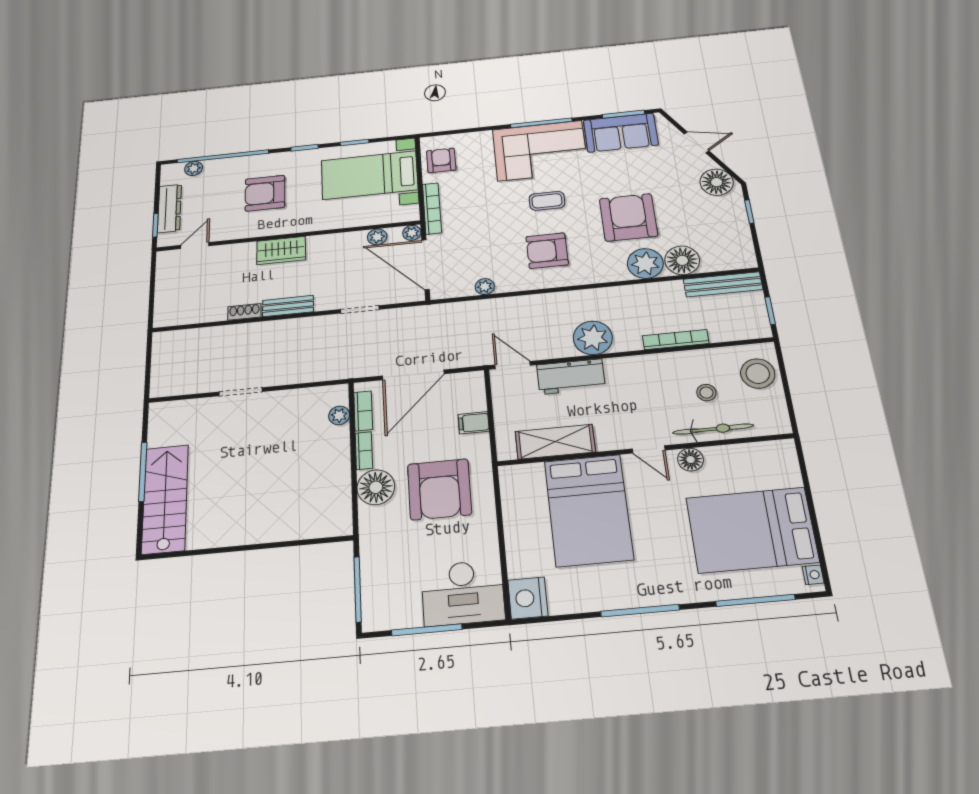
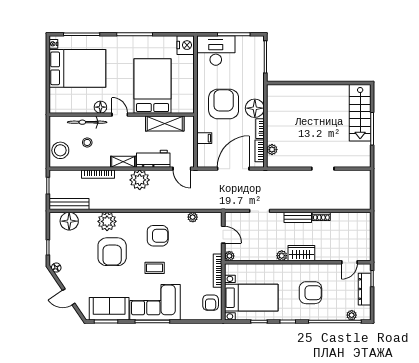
floor lamp: (717, 182) -> (56, 268), width x0.53, depth x0.53
plant: (377, 237) -> (282, 256), moved
floor lamp: (682, 260) -> (69, 221), moved
door: (425, 265) -> (223, 235), width x0.53
shelving: (629, 366) -> (123, 162), added

